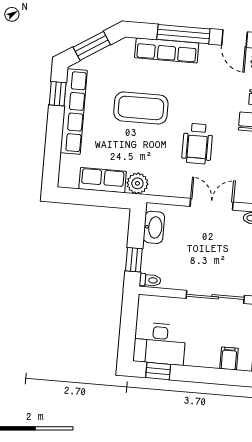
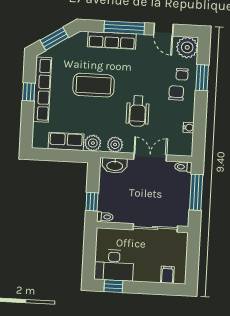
window: (58, 94) -> (29, 92), moved
plant: (166, 186) -> (115, 145), added
washbasin: (154, 227) -> (115, 166), moved, turned 90

